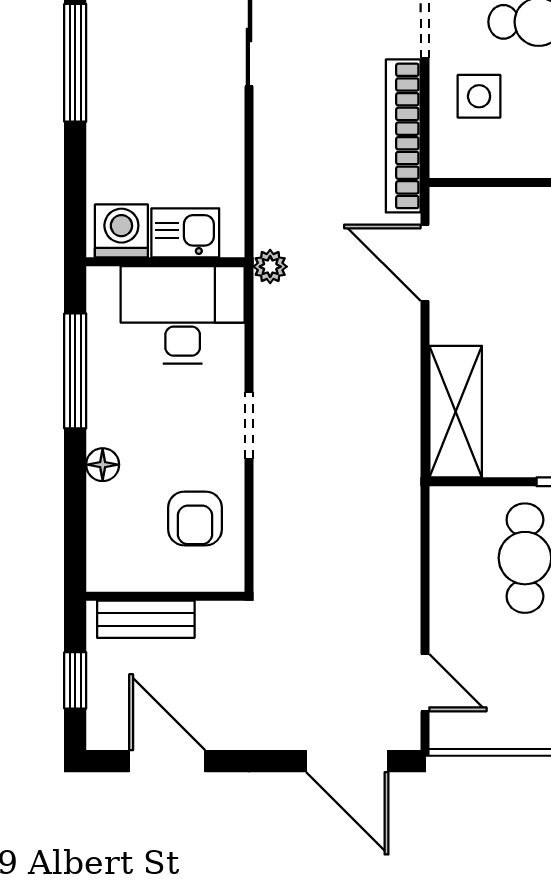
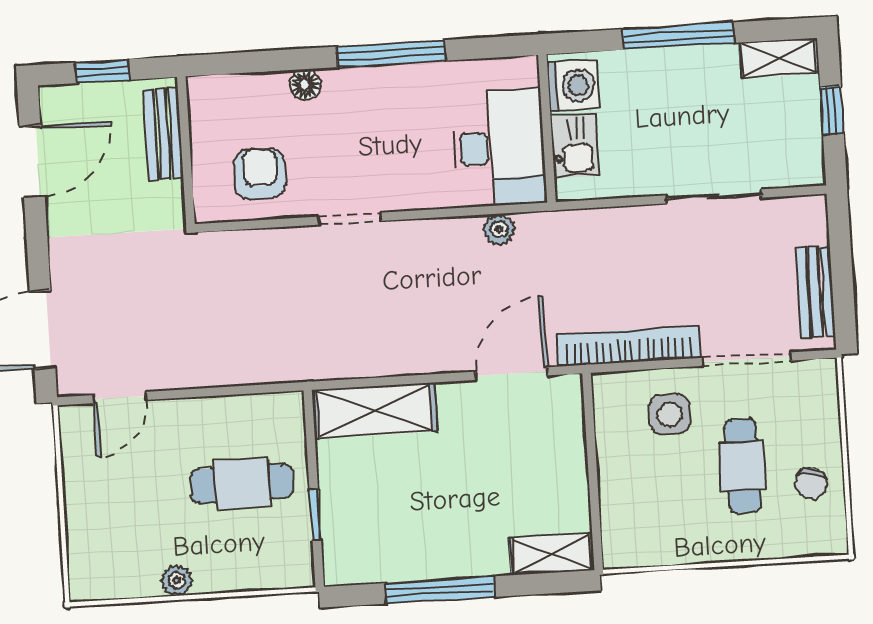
washing machine: (121, 231) -> (573, 86), moved
kitchen sink: (185, 233) -> (575, 145), moved
wall: (165, 262) -> (547, 128), moved
desk: (183, 315) -> (498, 148), moved
armchair: (195, 518) -> (260, 174), turned 90

